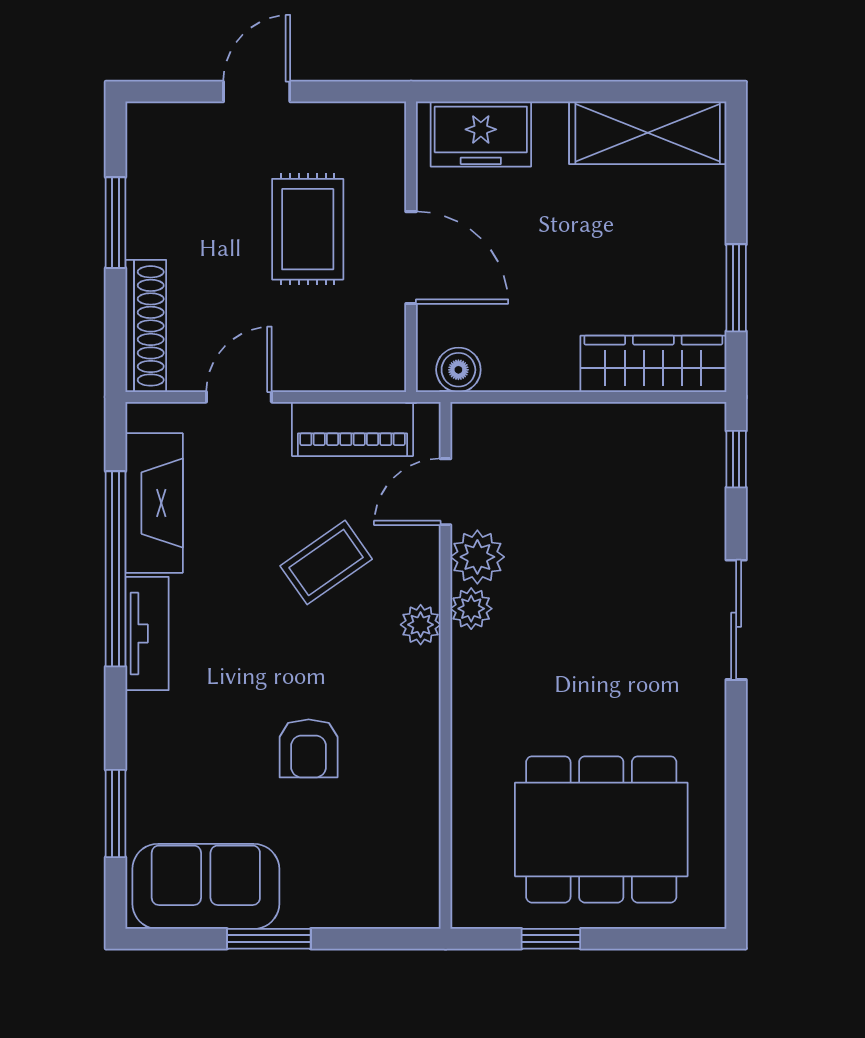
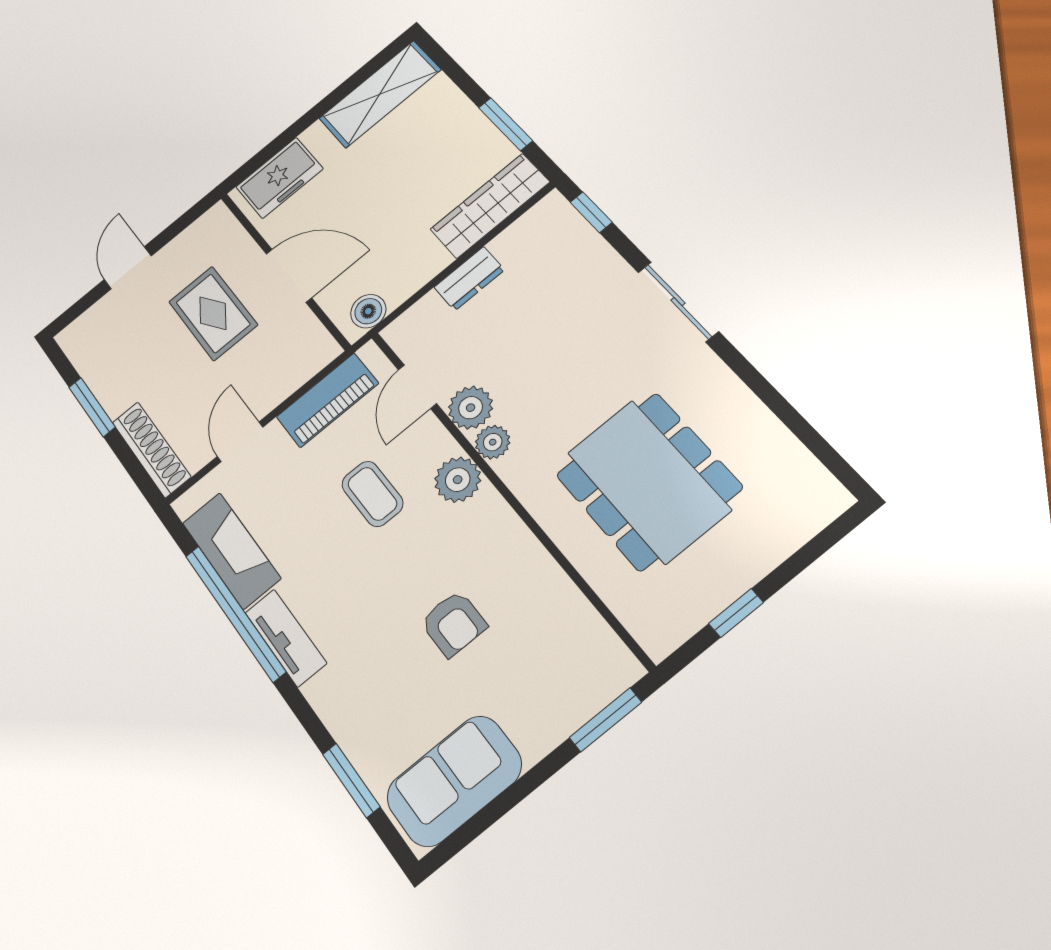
dresser: (576, 424) -> (469, 279), added
coffee table: (326, 562) -> (372, 494), turned -55
plant: (421, 625) -> (458, 480), width x1.38, depth x1.38
dining table: (601, 829) -> (648, 481), moved, turned 90
window: (269, 939) -> (605, 720), moved

